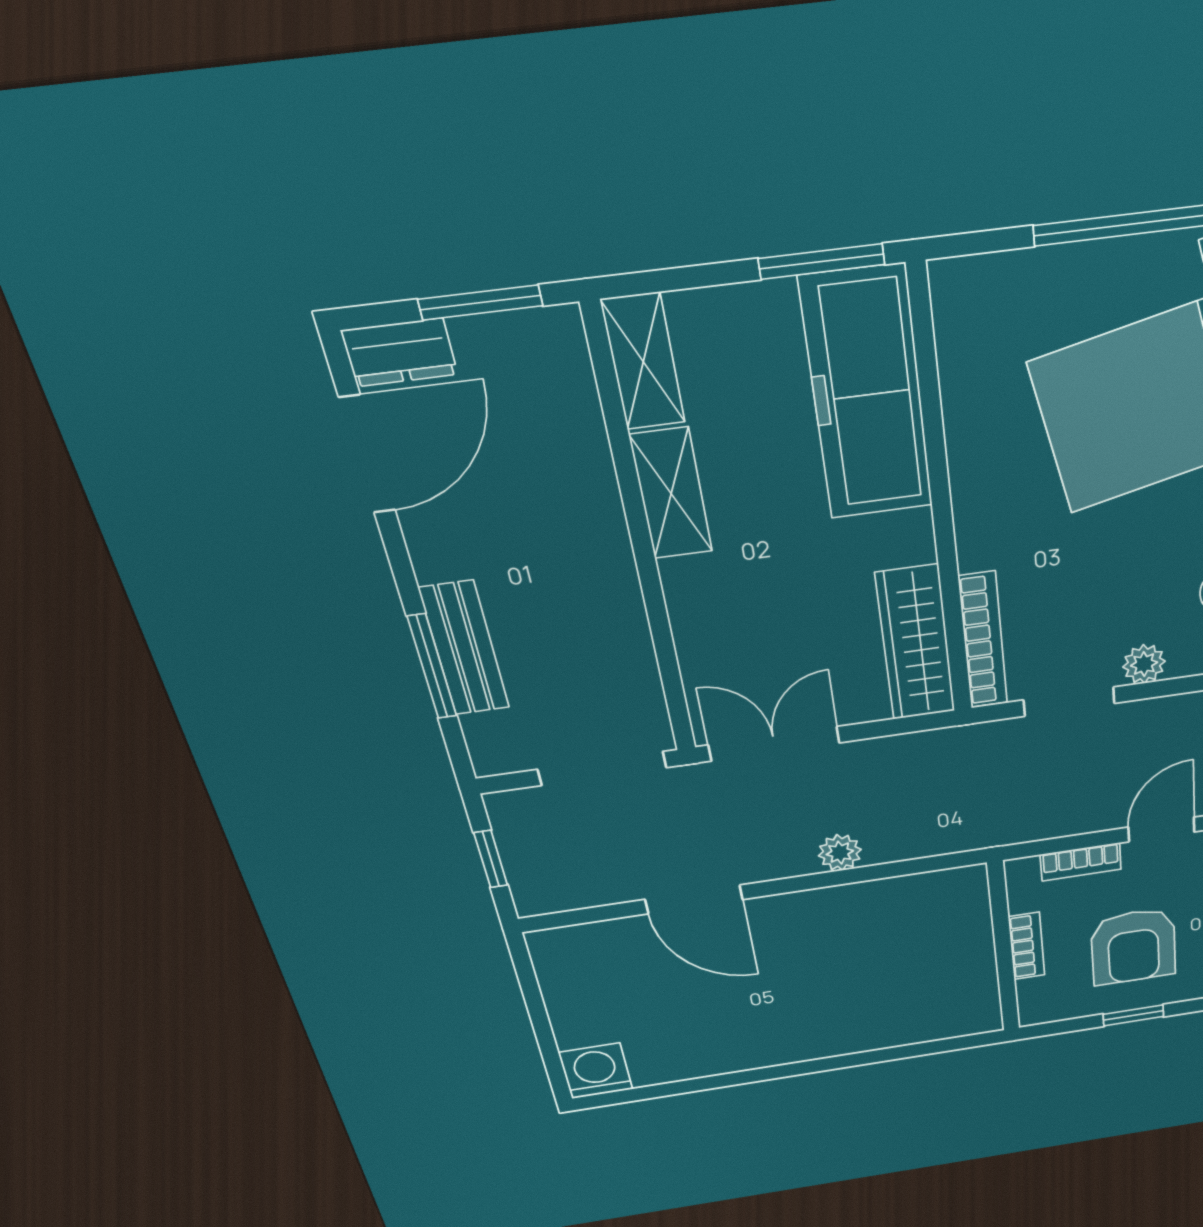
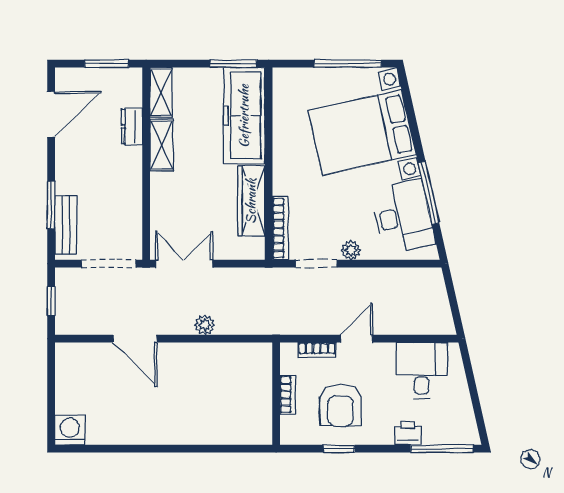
dresser: (400, 352) -> (132, 127), moved, turned 90
wardrobe: (916, 643) -> (251, 201), moved
bench: (464, 648) -> (66, 225), moved

